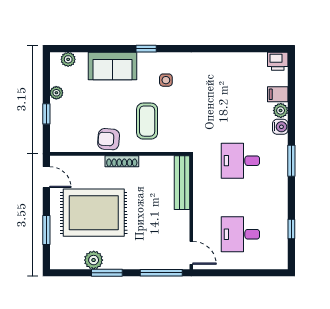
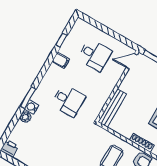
filing cabinet: (278, 94) -> (61, 60), moved
window: (291, 161) -> (28, 98), moved
door: (191, 253) -> (132, 61), hinge flipped

